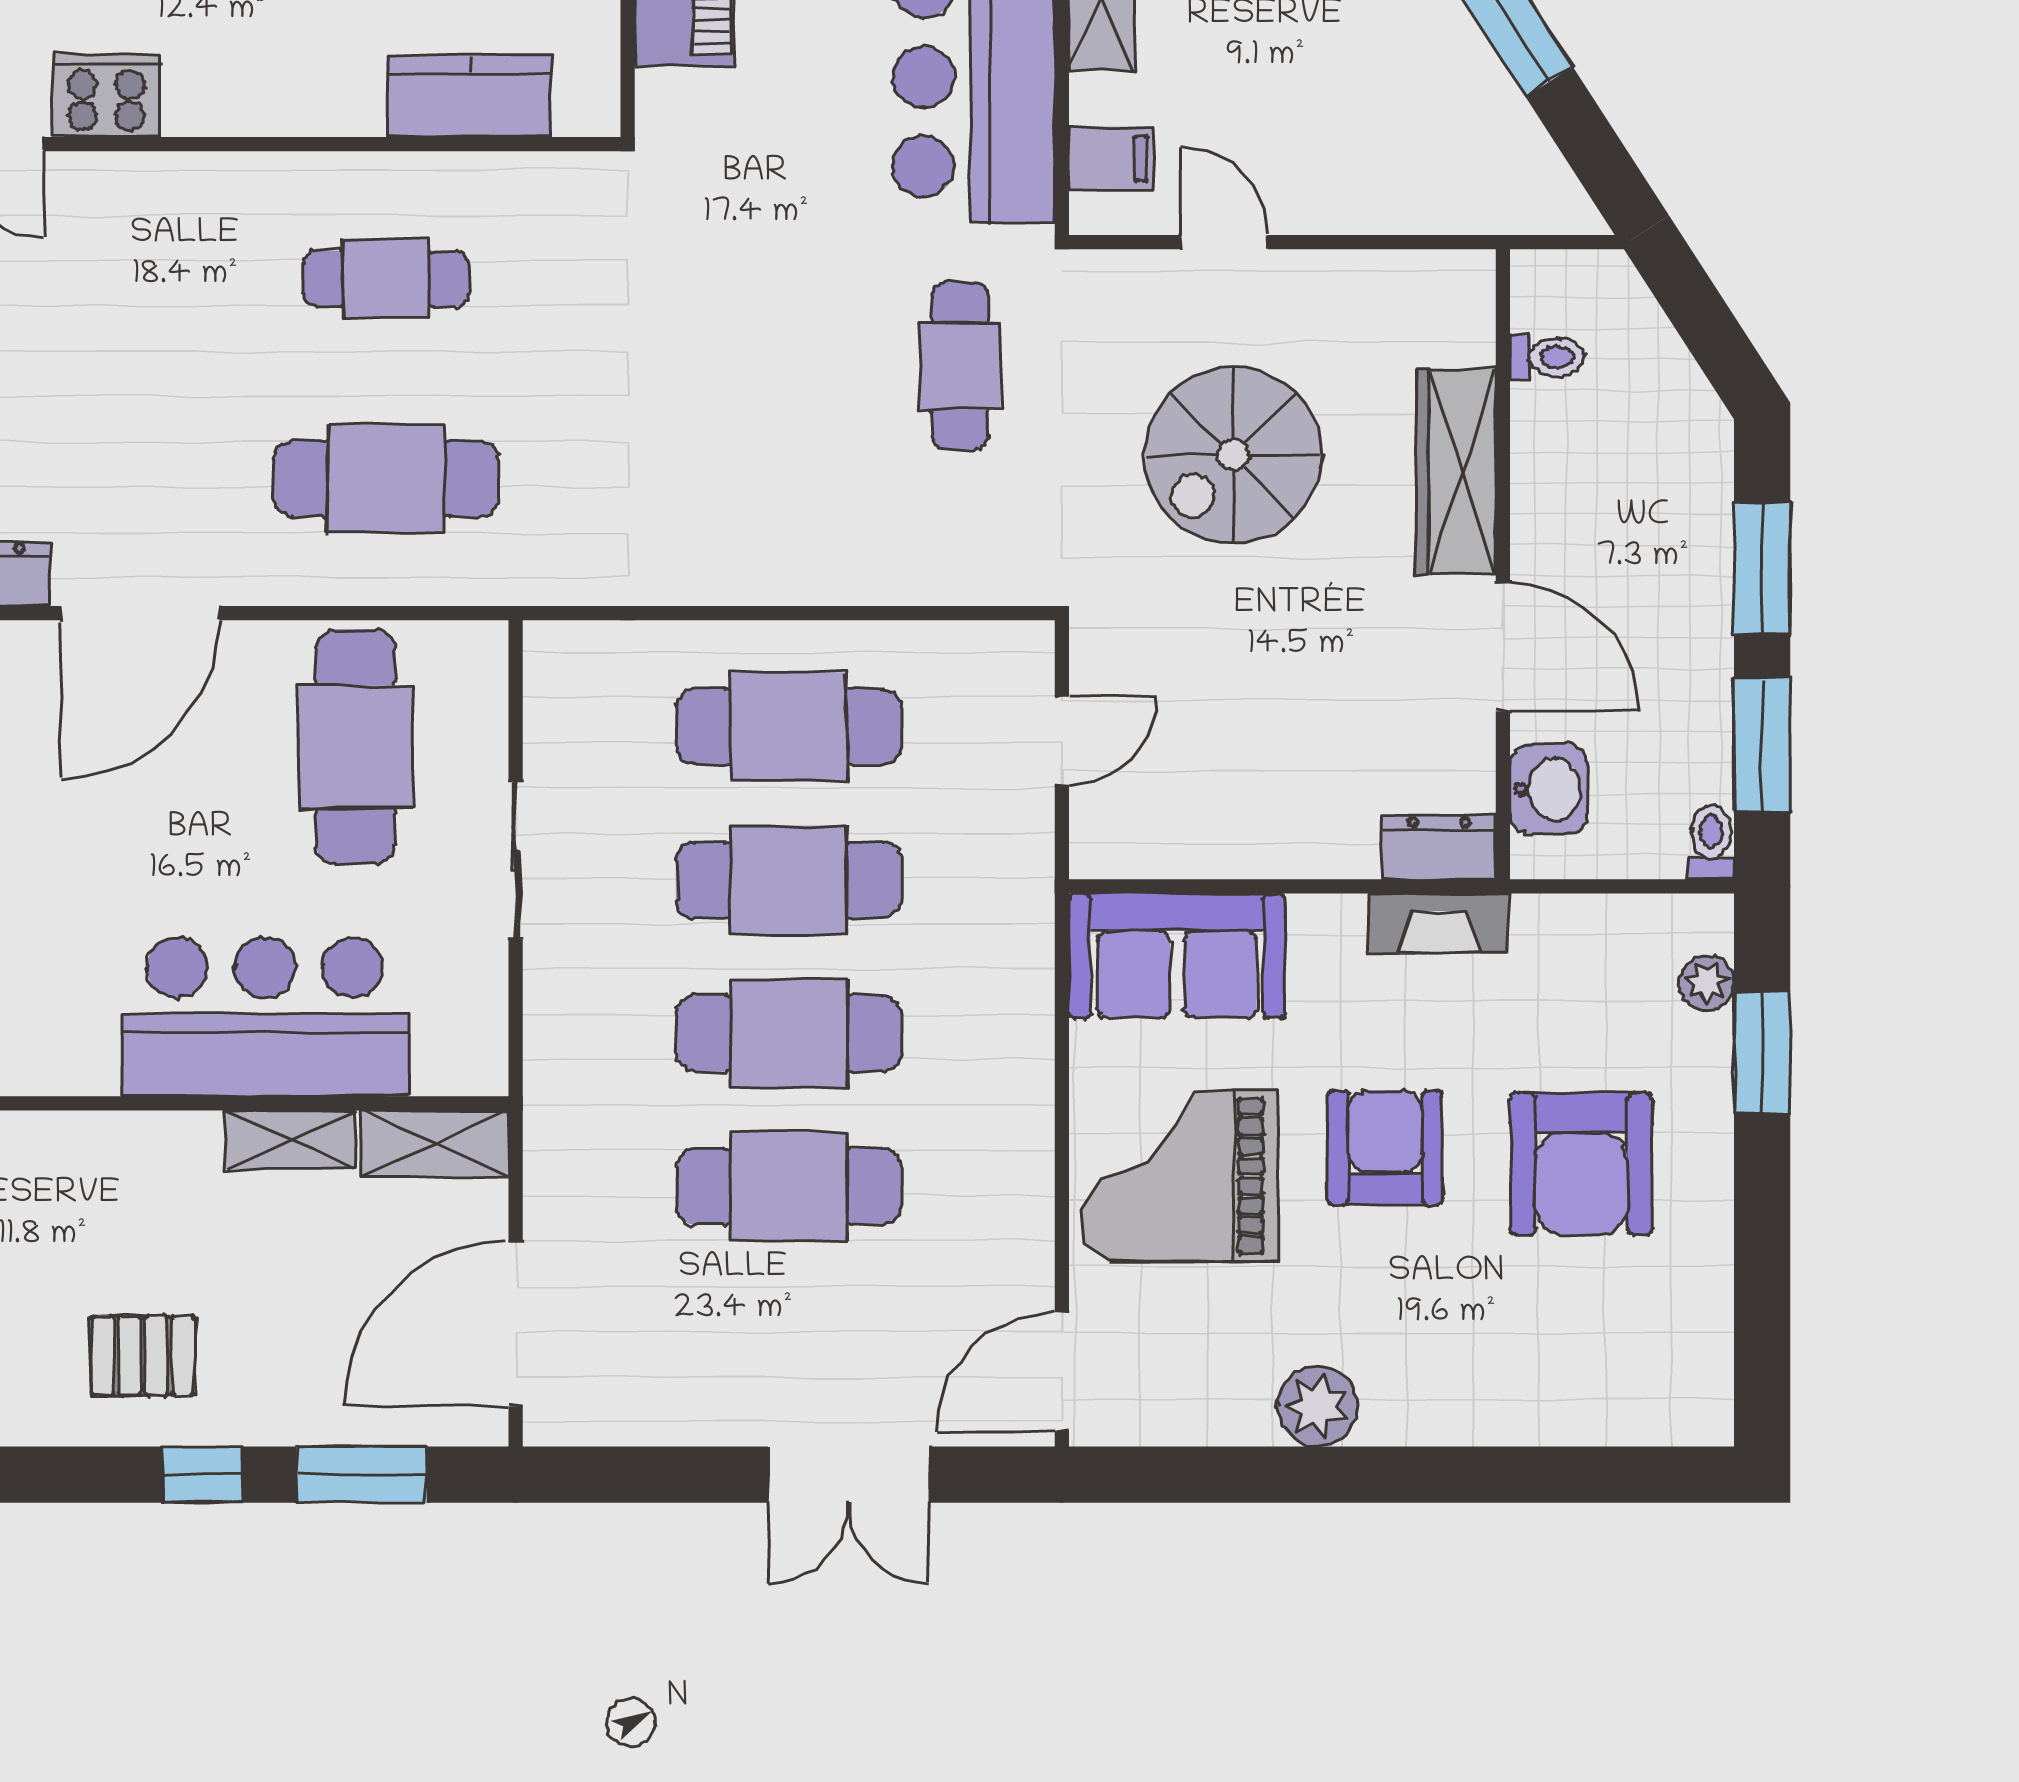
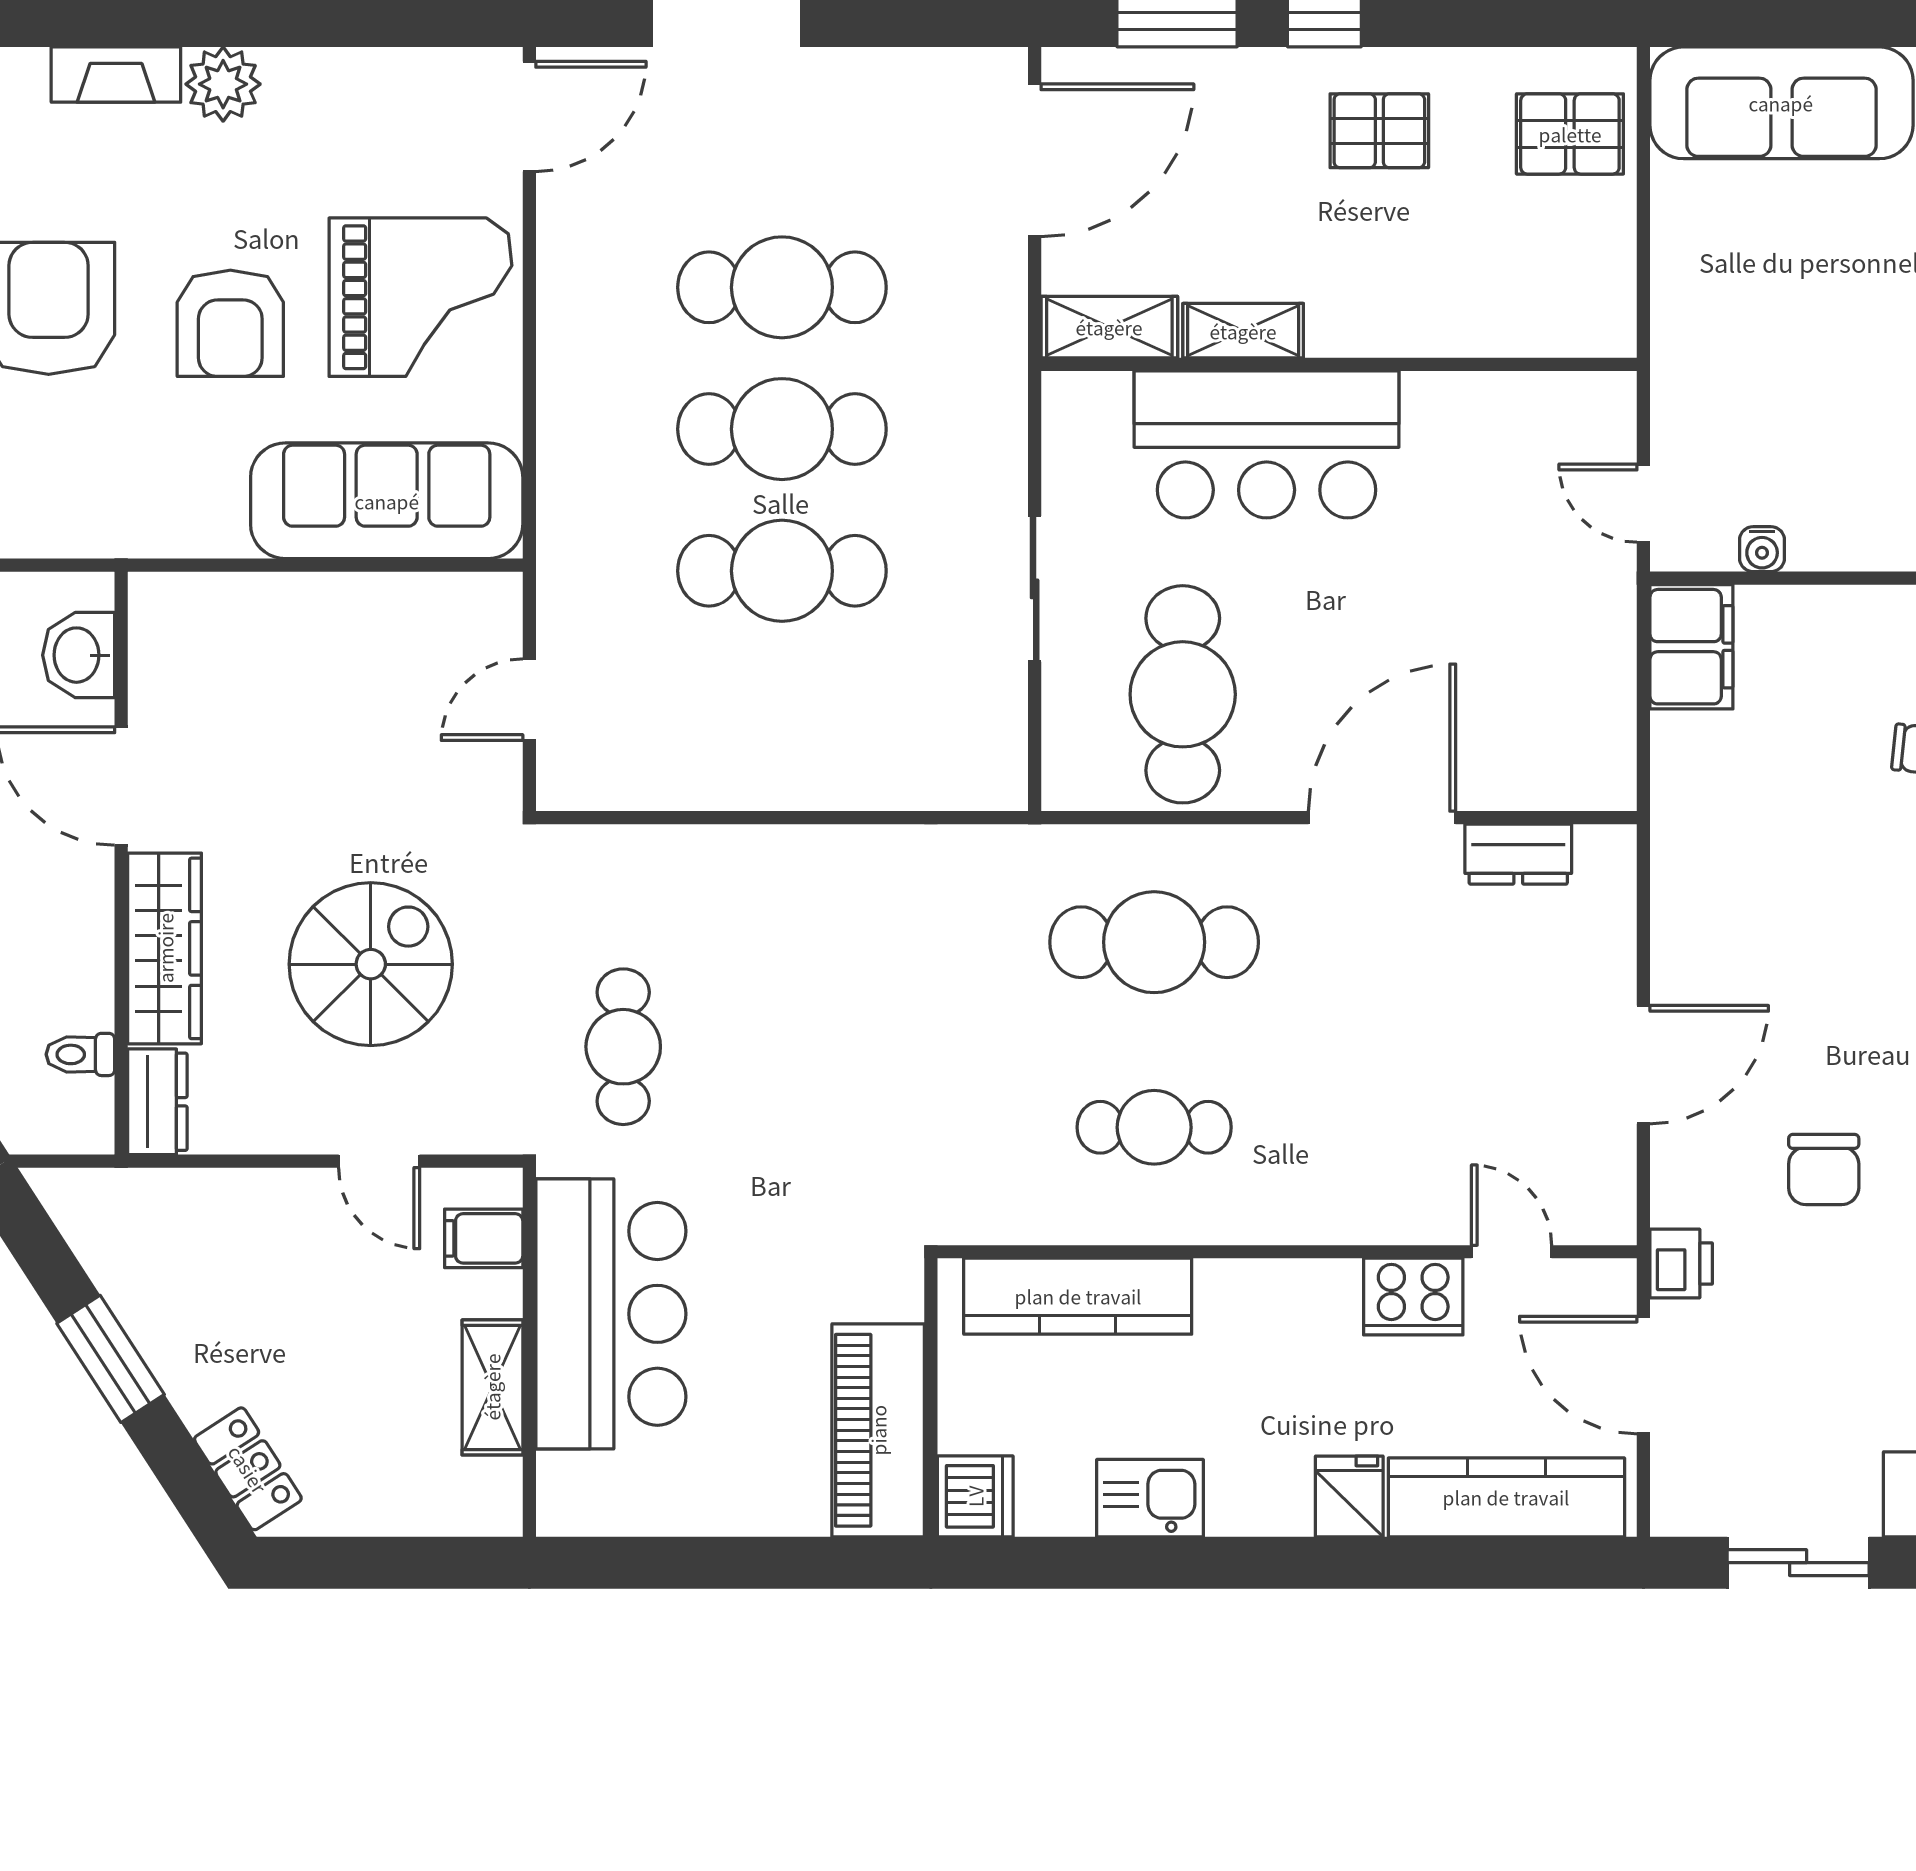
kitchen counter: (469, 96) -> (1078, 1296), width x1.50
cafe table: (789, 727) -> (782, 712), removed
dresser: (1439, 847) -> (157, 1102), moved, turned -90
fireplace: (1439, 923) -> (116, 75), moved, turned 180
sofa: (1177, 956) -> (387, 501), width x1.36
plant: (1318, 1406) -> (223, 84), moved

